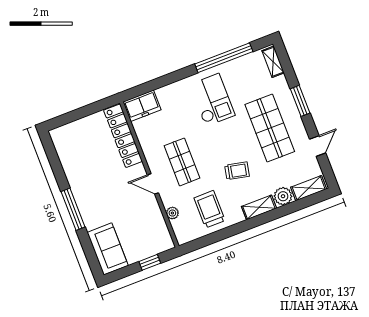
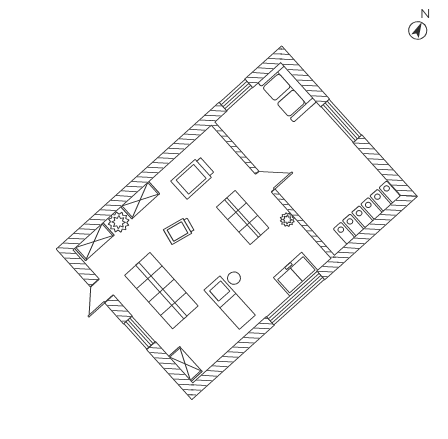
window: (224, 58) -> (296, 298), moved
freezer: (142, 106) -> (296, 274), moved
locker: (123, 136) -> (367, 213), moved, turned -90
trolley: (210, 209) -> (193, 178), turned 90
plant: (172, 213) -> (287, 220), moved
window: (150, 262) -> (236, 95), width x1.50

